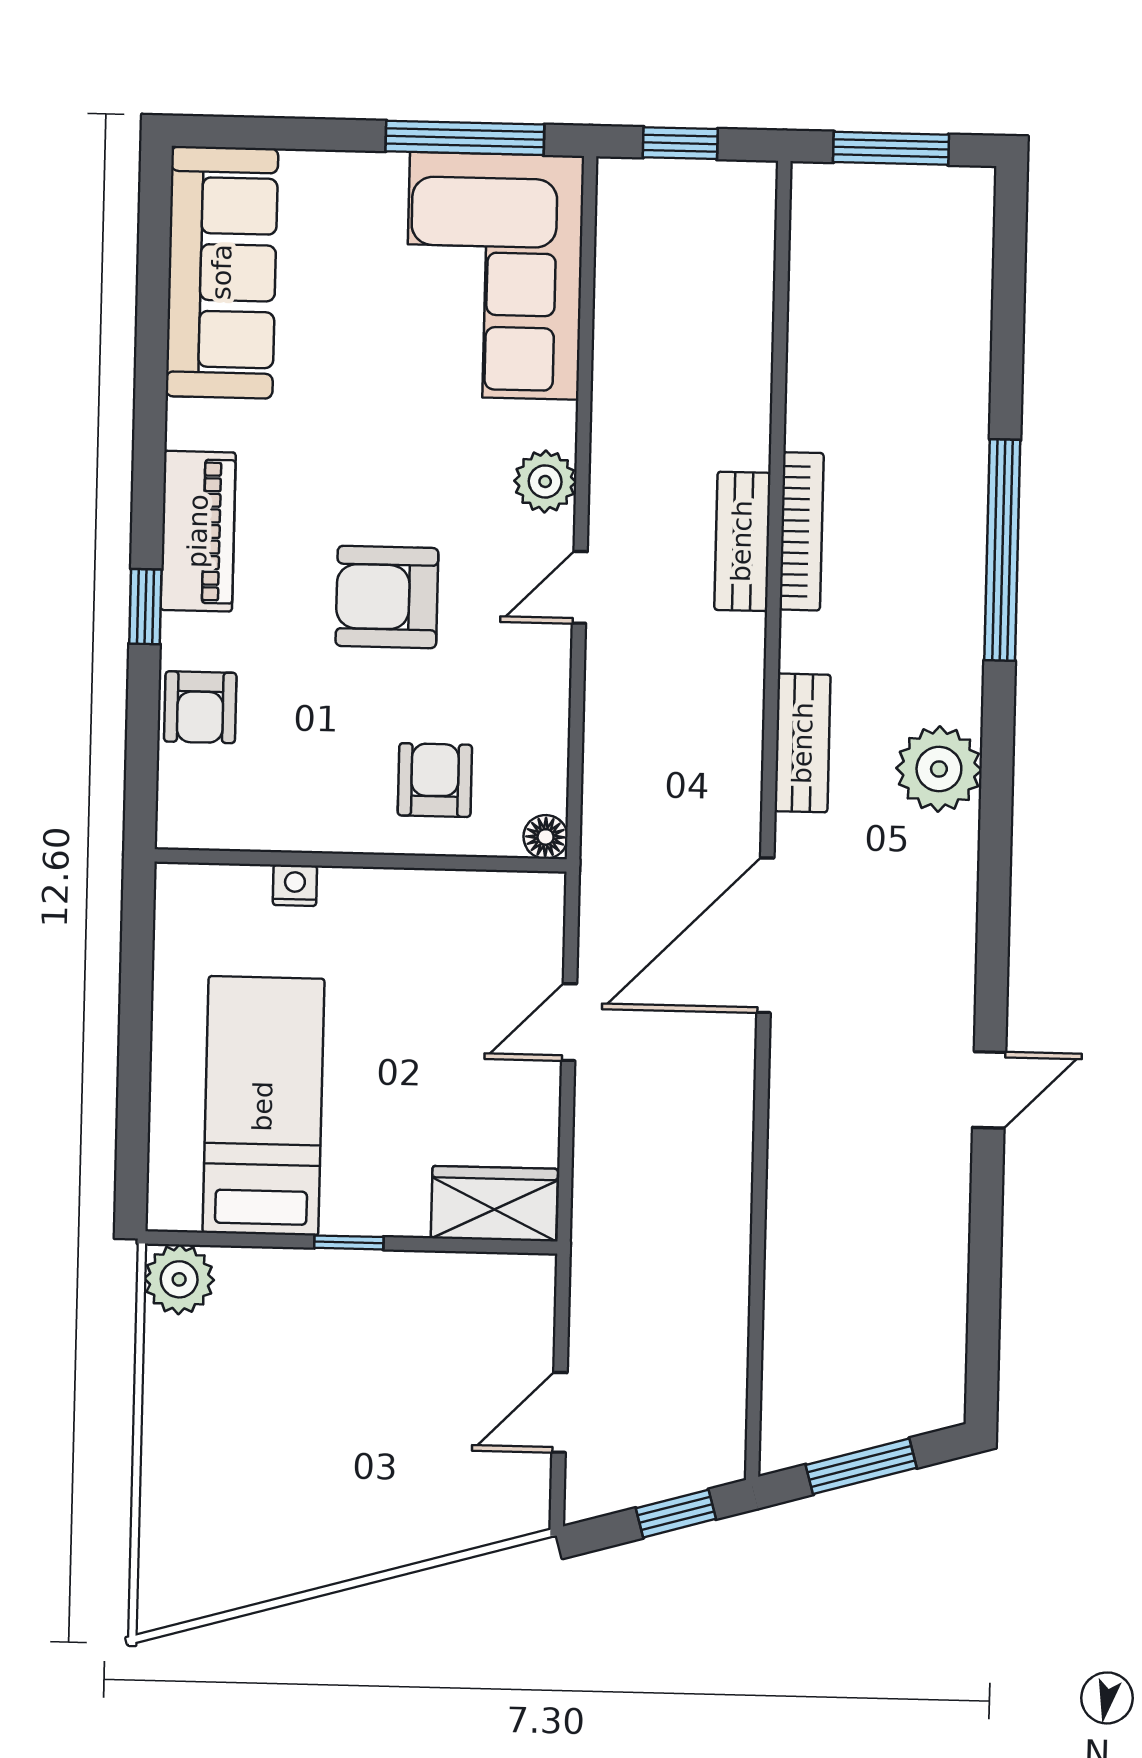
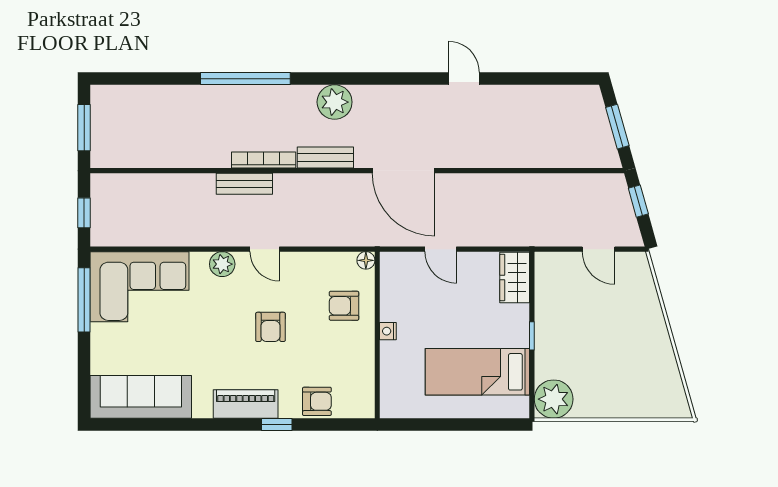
bookcase: (802, 531) -> (264, 160), moved
armchair: (387, 597) -> (270, 327), width x0.72, depth x0.72
nightstand: (295, 885) -> (388, 331), moved
plant: (179, 1279) -> (554, 399), width x1.36, depth x1.36

